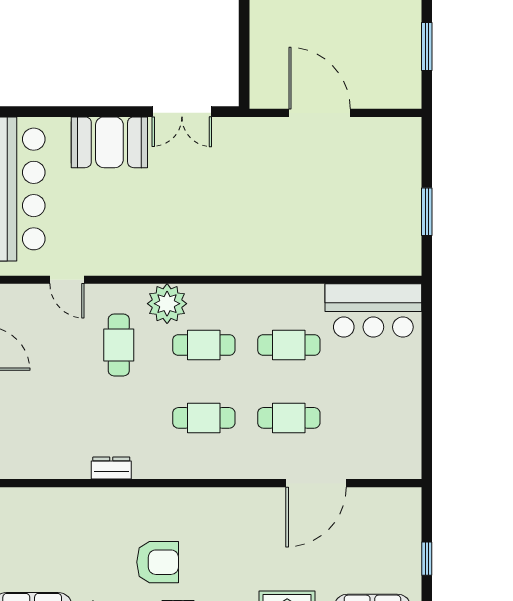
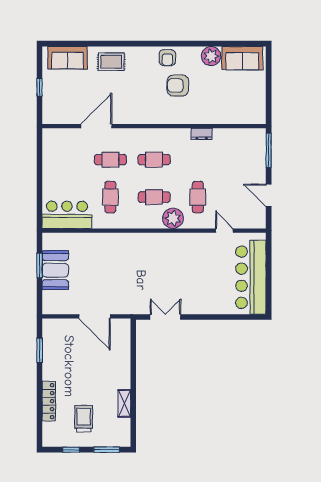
booth: (109, 142) -> (55, 270), moved, turned 90
cafe table: (289, 345) -> (110, 197), turned 90

